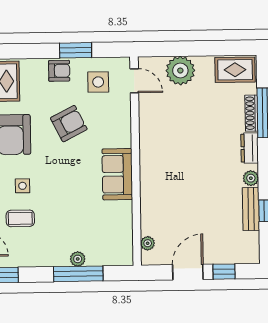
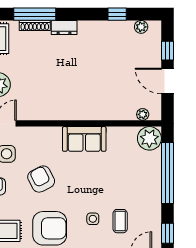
plant: (251, 178) -> (141, 27), moved
bench: (251, 209) -> (115, 27), removed
plant: (78, 259) -> (149, 138), moved, width x1.88, depth x1.88
window: (78, 274) -> (167, 173), width x1.46

